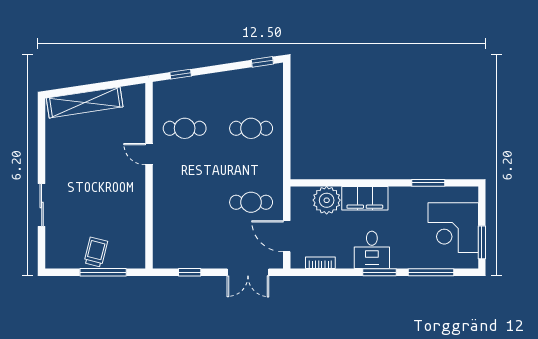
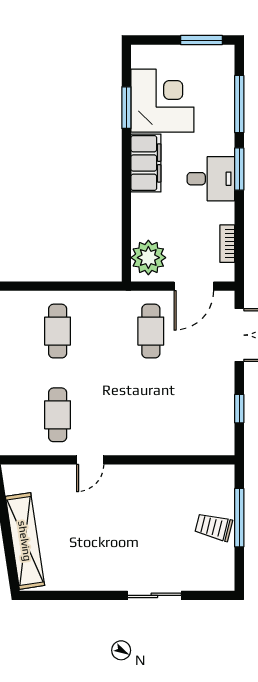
filing cabinet: (365, 198) -> (146, 163), moved
plant: (327, 200) -> (148, 258), moved
corner desk: (453, 228) -> (162, 101), moved, turned -90

